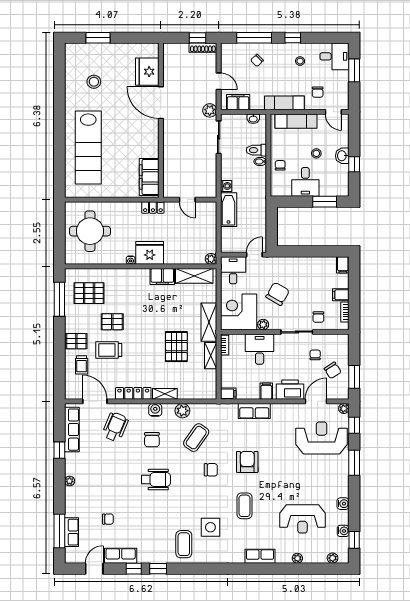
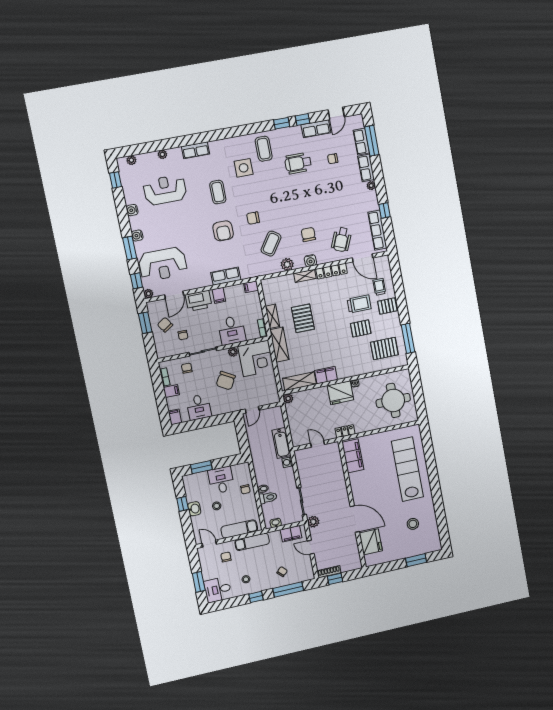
desk: (233, 270) -> (199, 407), moved
wheelchair: (156, 480) -> (298, 163), moved
row of seats: (72, 502) -> (366, 168), added
water cooler: (343, 531) -> (137, 236), moved

